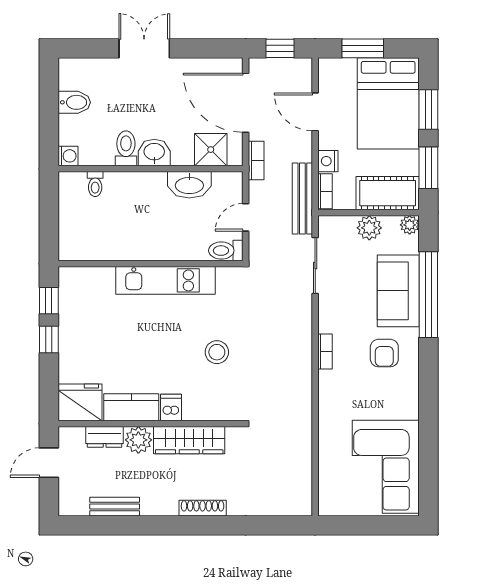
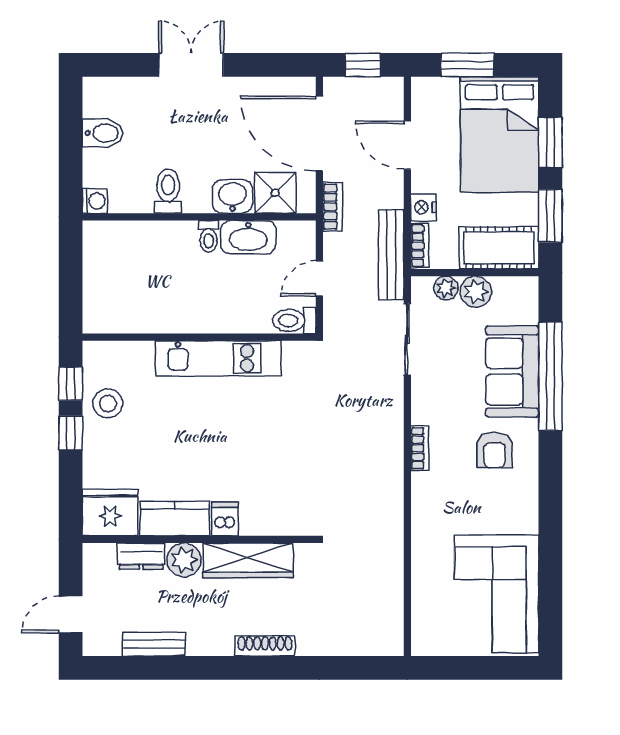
washbasin: (154, 152) -> (232, 196), moved
toilet: (95, 184) -> (209, 236), moved
plant: (410, 225) -> (446, 288), moved
stool: (217, 352) -> (108, 403), moved
door: (49, 463) -> (71, 614), moved

